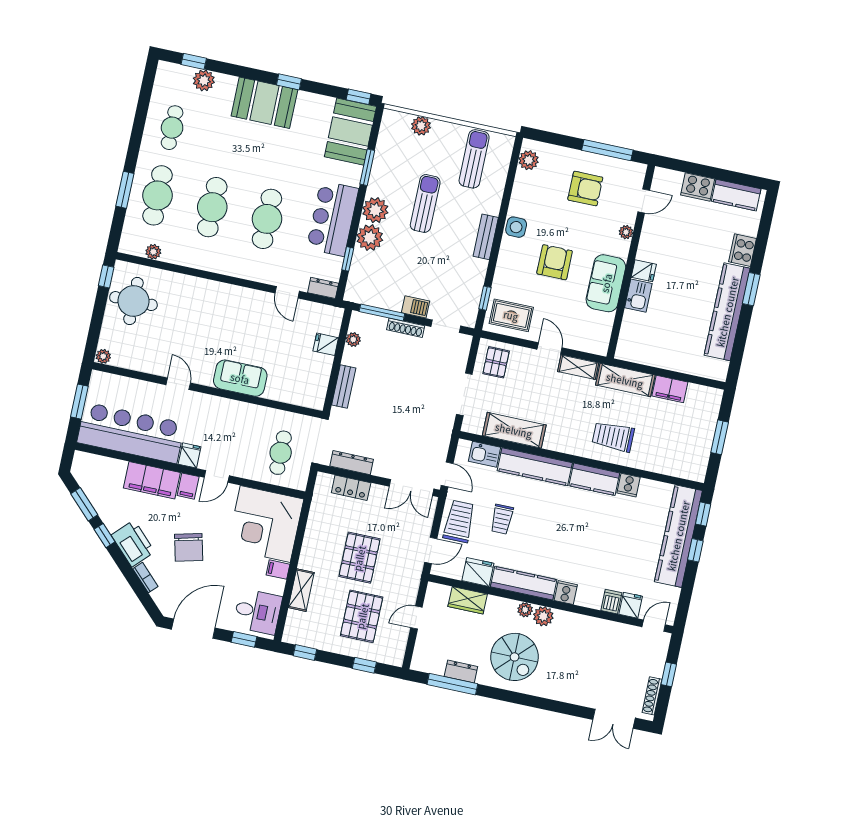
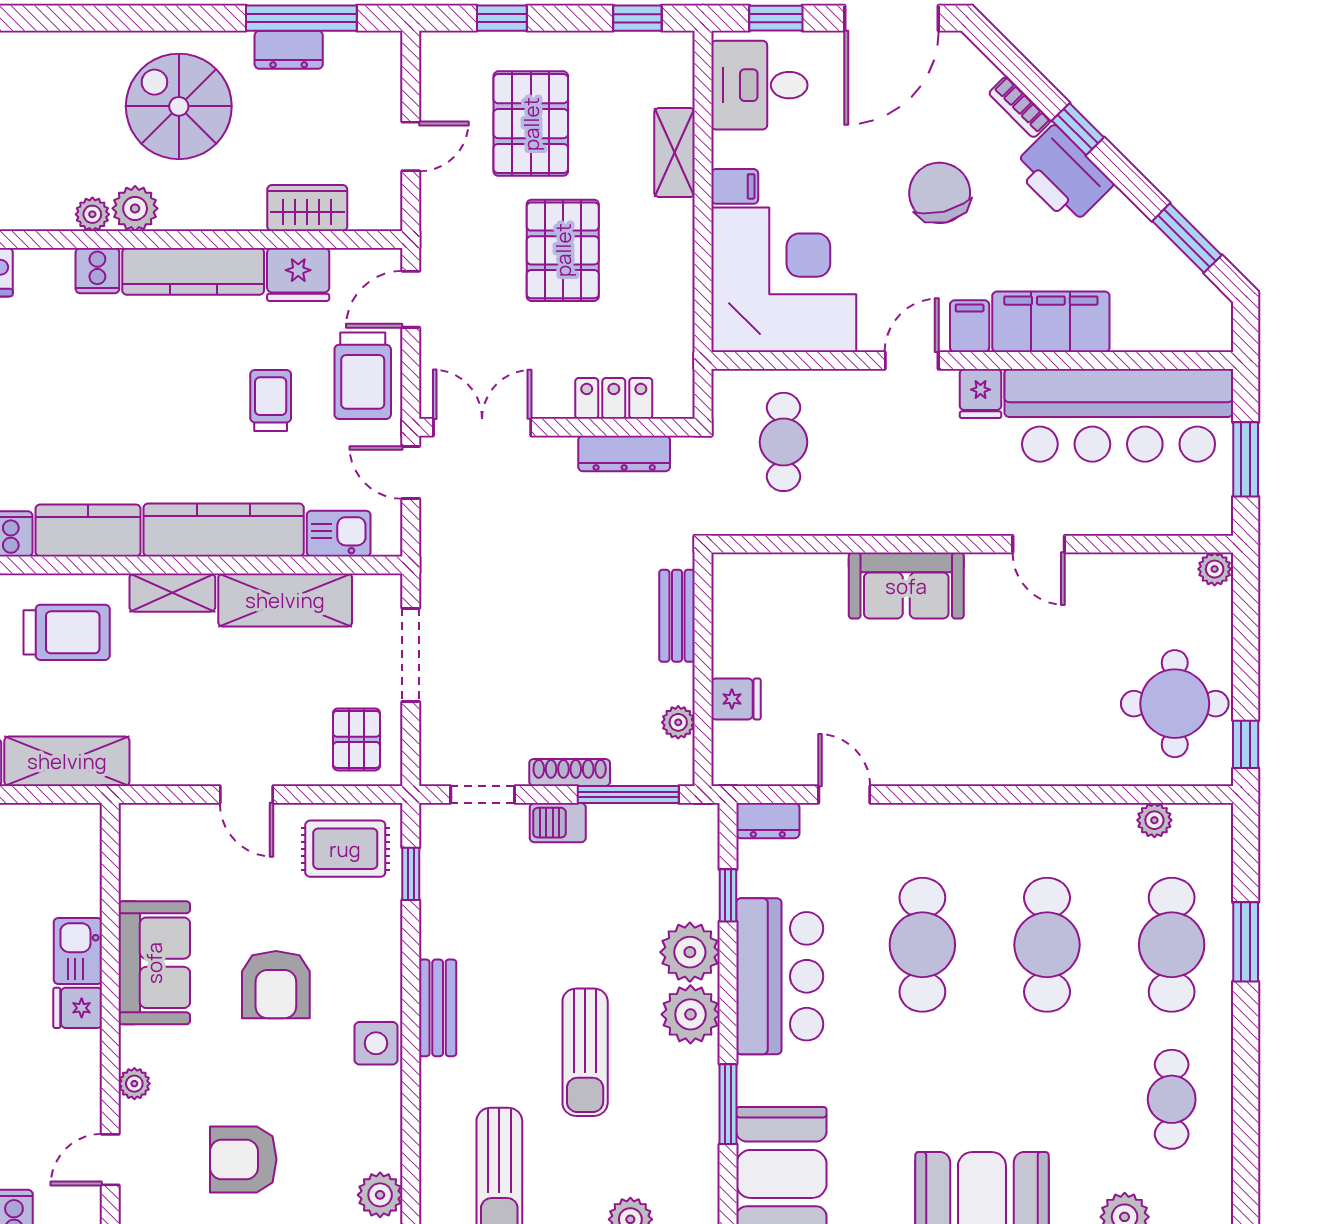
shelving: (578, 367) -> (172, 593), moved
window: (105, 536) -> (1078, 129), moved
plant: (525, 610) -> (92, 214), moved

